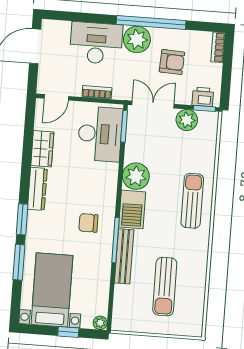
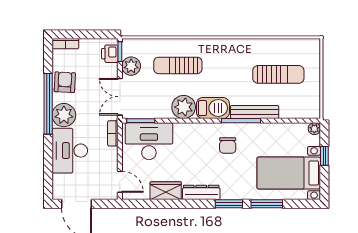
armchair: (172, 62) -> (65, 82), moved
bookcase: (97, 92) -> (113, 133), moved
sun lounger: (192, 201) -> (178, 65), moved

